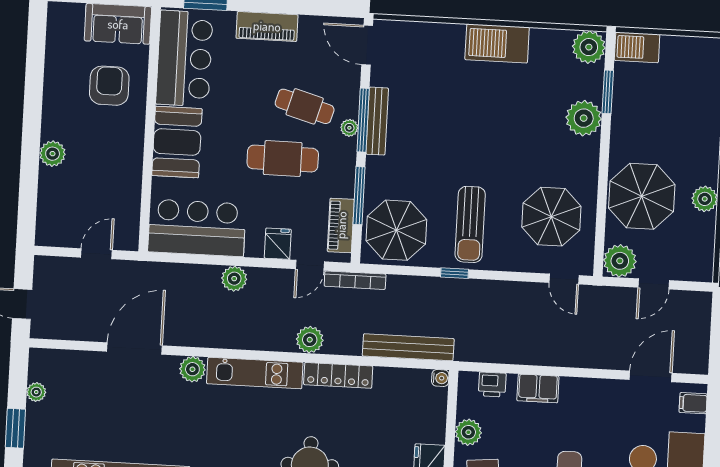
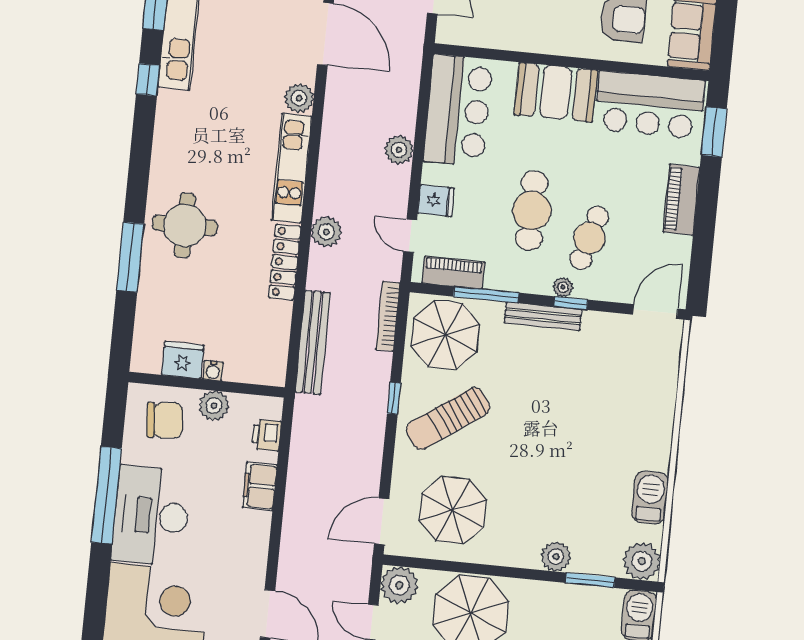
barbecue: (497, 43) -> (650, 497), moved, width x0.73, depth x0.83
plant: (584, 118) -> (556, 557), width x0.73, depth x0.73
window: (363, 120) -> (571, 303), width x0.46
bench: (377, 121) -> (543, 316), moved
sun lounger: (470, 224) -> (448, 418), turned -35
door: (564, 279) -> (382, 521), width x1.38
bookcase: (355, 280) -> (388, 316), moved
water cooler: (440, 378) -> (213, 371), moved

